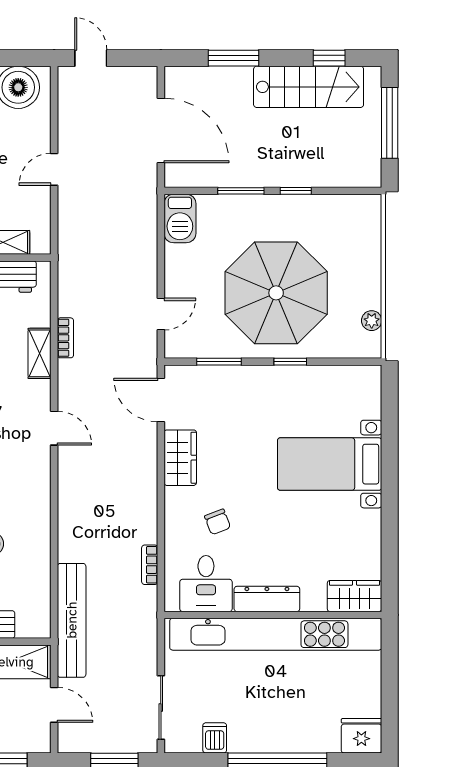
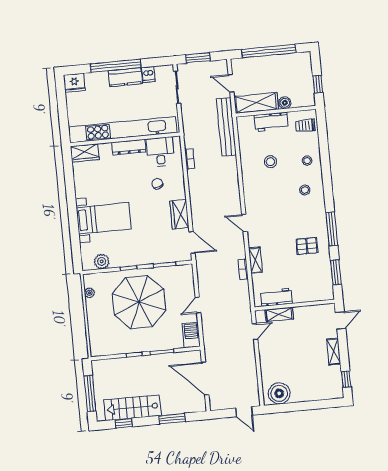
door: (54, 169) -> (255, 332), moved
door: (161, 314) -> (198, 305), moved
plant: (342, 380) -> (102, 261), added
kitchen counter: (261, 737) -> (125, 77), added

